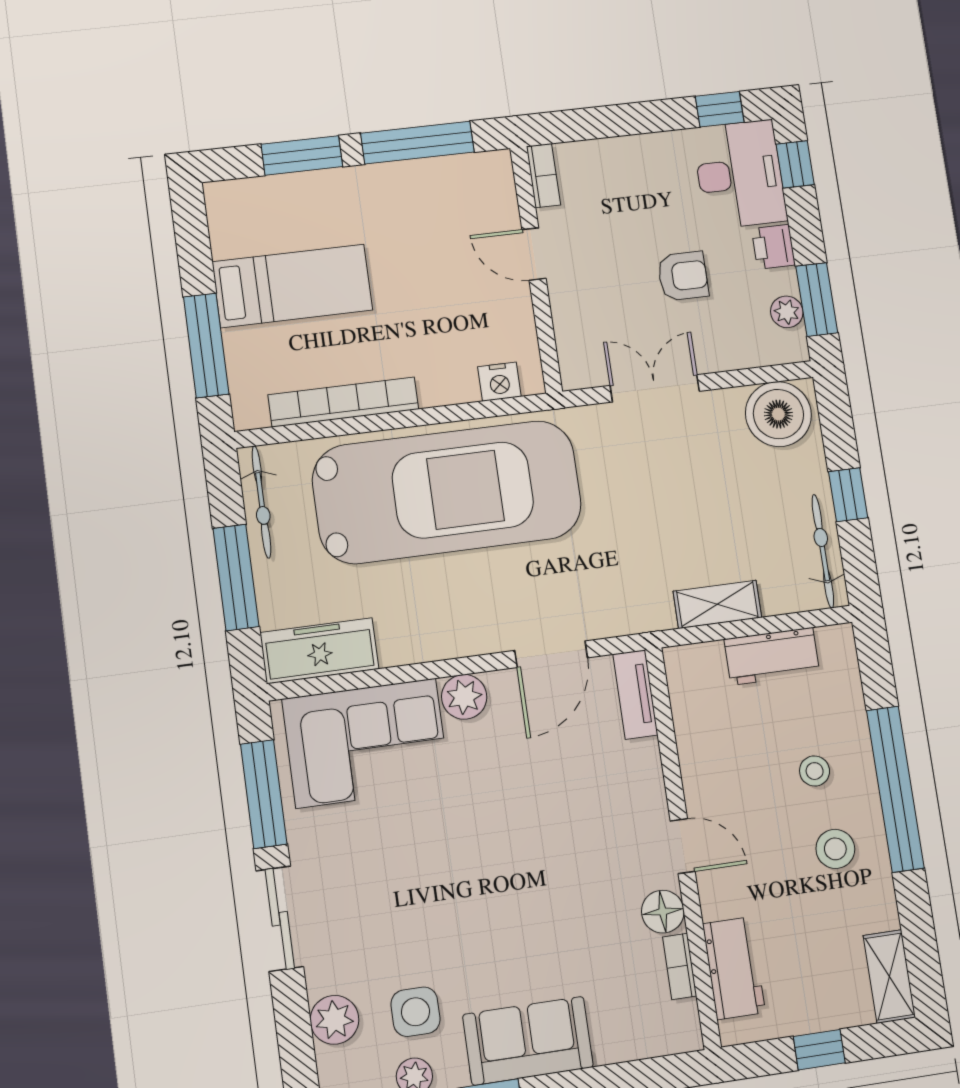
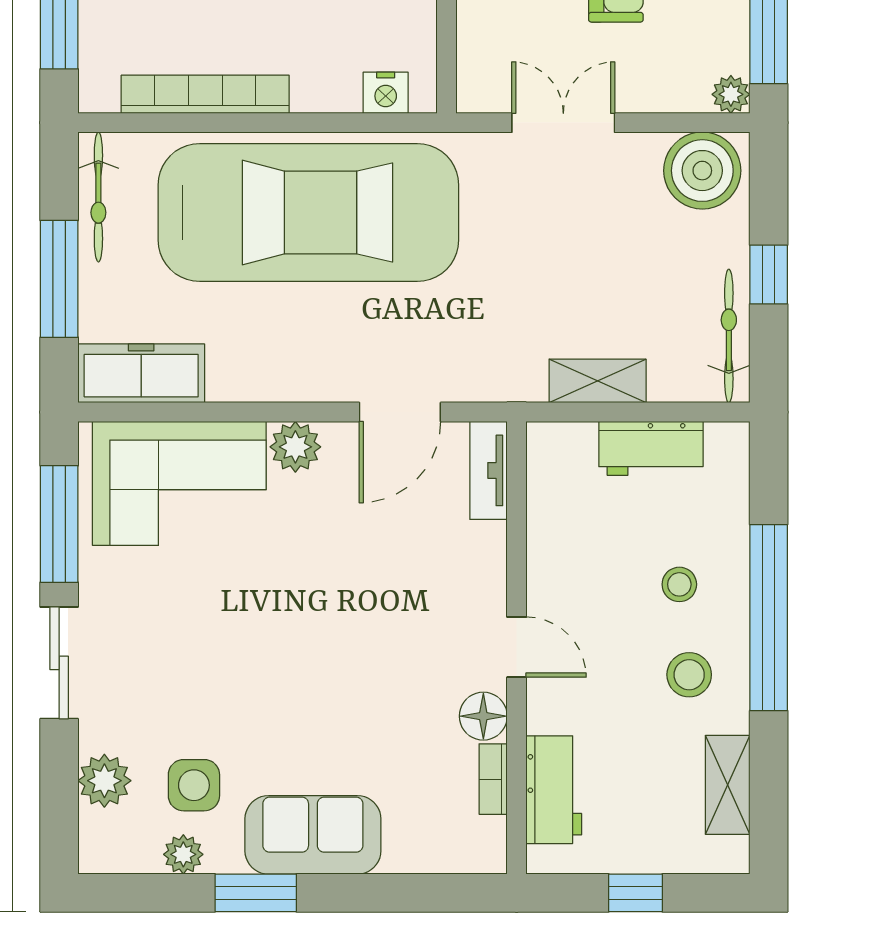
plant: (787, 312) -> (731, 94), moved
shelving: (889, 977) -> (728, 785), moved

